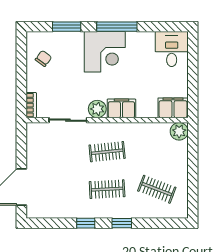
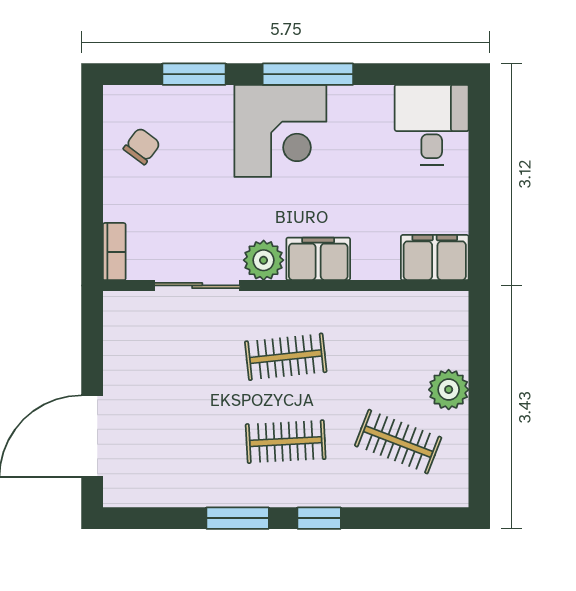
plant: (179, 131) -> (449, 390), moved
window: (86, 223) -> (238, 518), width x1.50

